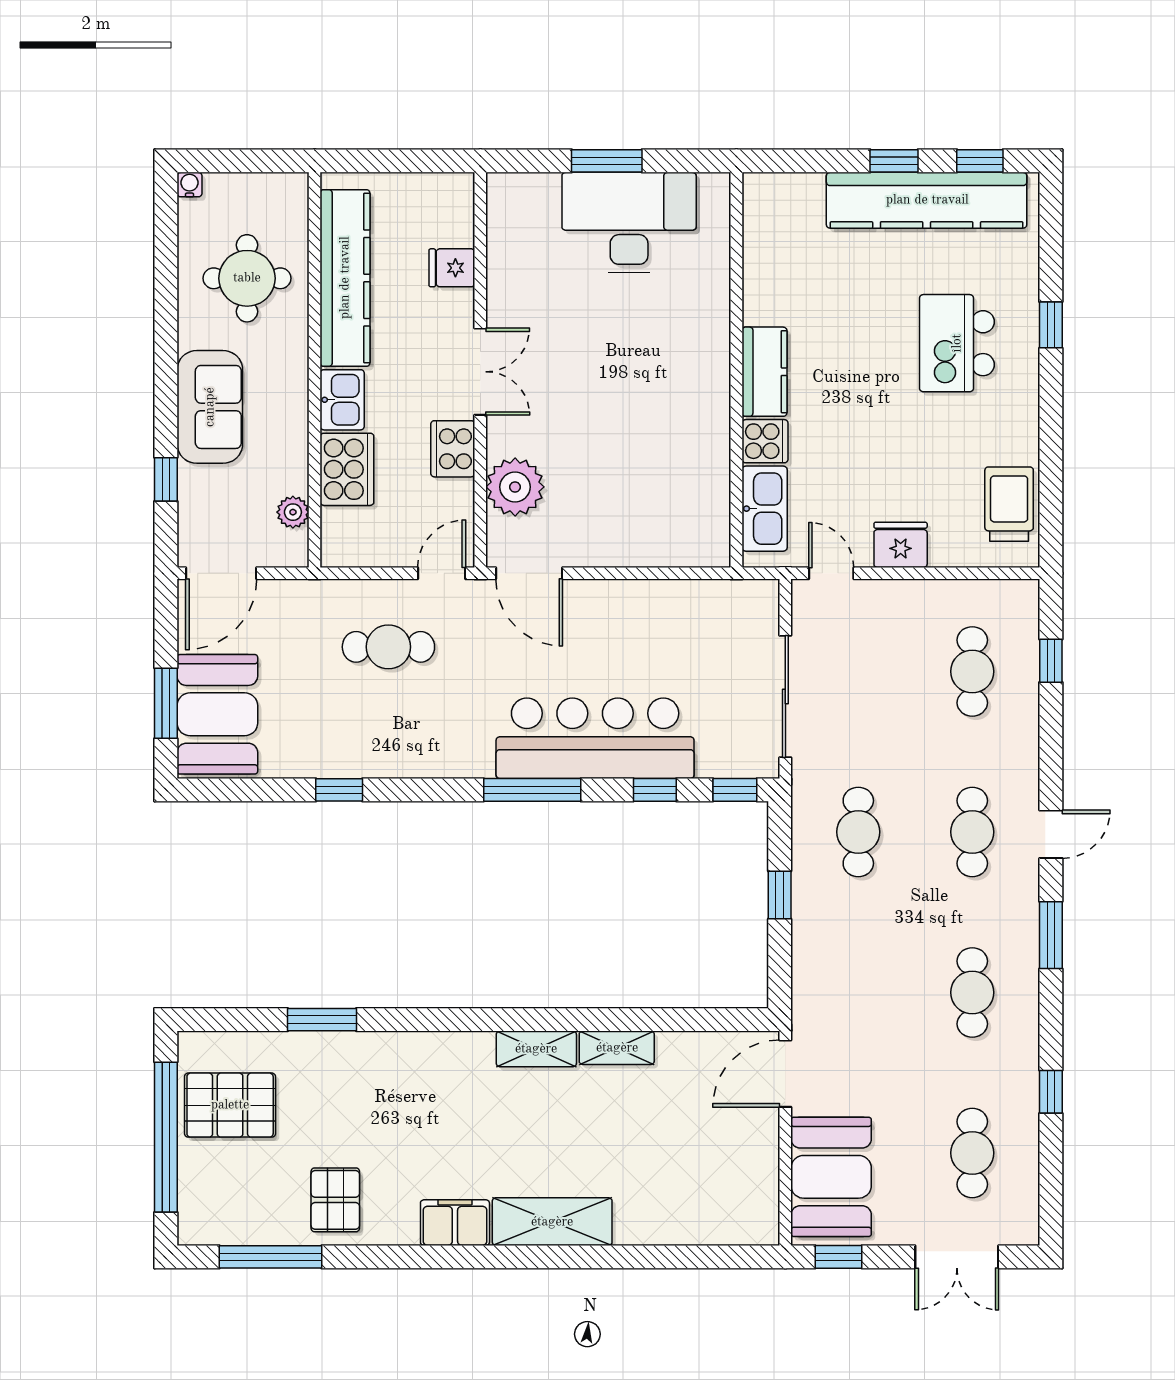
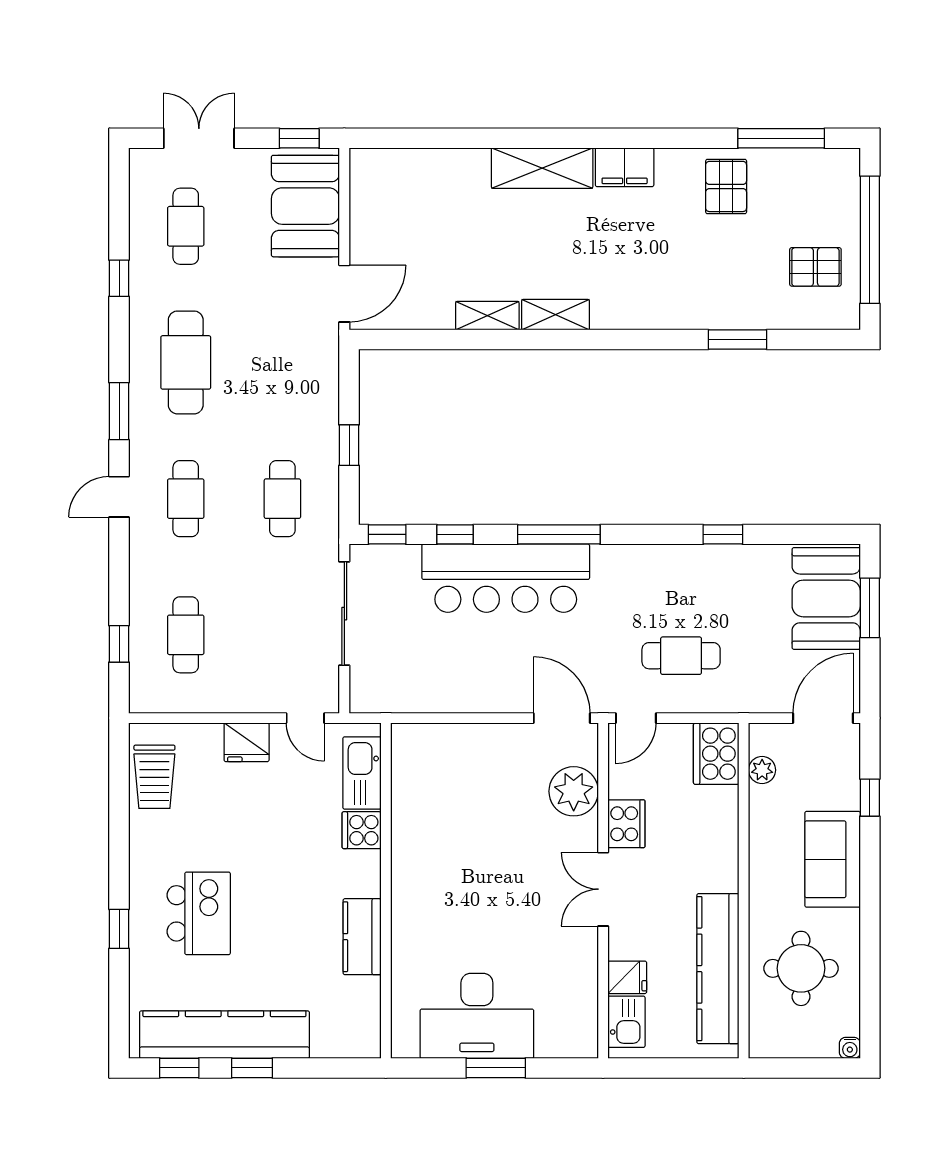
kitchen counter: (764, 372) -> (362, 937), moved
kitchen sink: (342, 400) -> (626, 1022), moved, turned 180
cooker: (347, 469) -> (716, 754), moved
cafe table: (972, 992) -> (186, 362), width x1.37, depth x1.35
pallet: (230, 1105) -> (815, 267), width x0.67, depth x0.71

